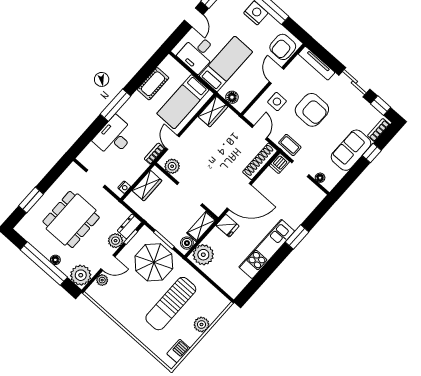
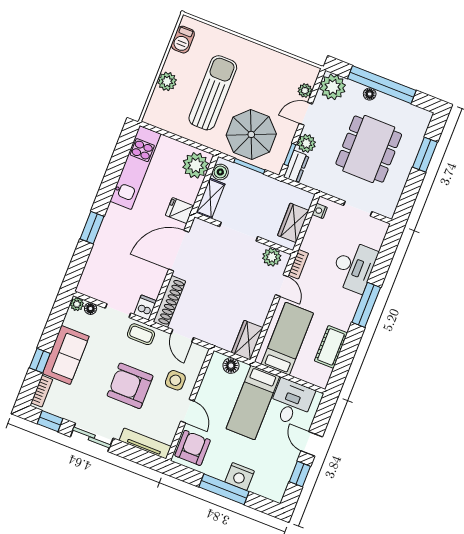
plant: (329, 185) -> (77, 304), added
kitchen unit: (267, 249) -> (135, 168), moved

